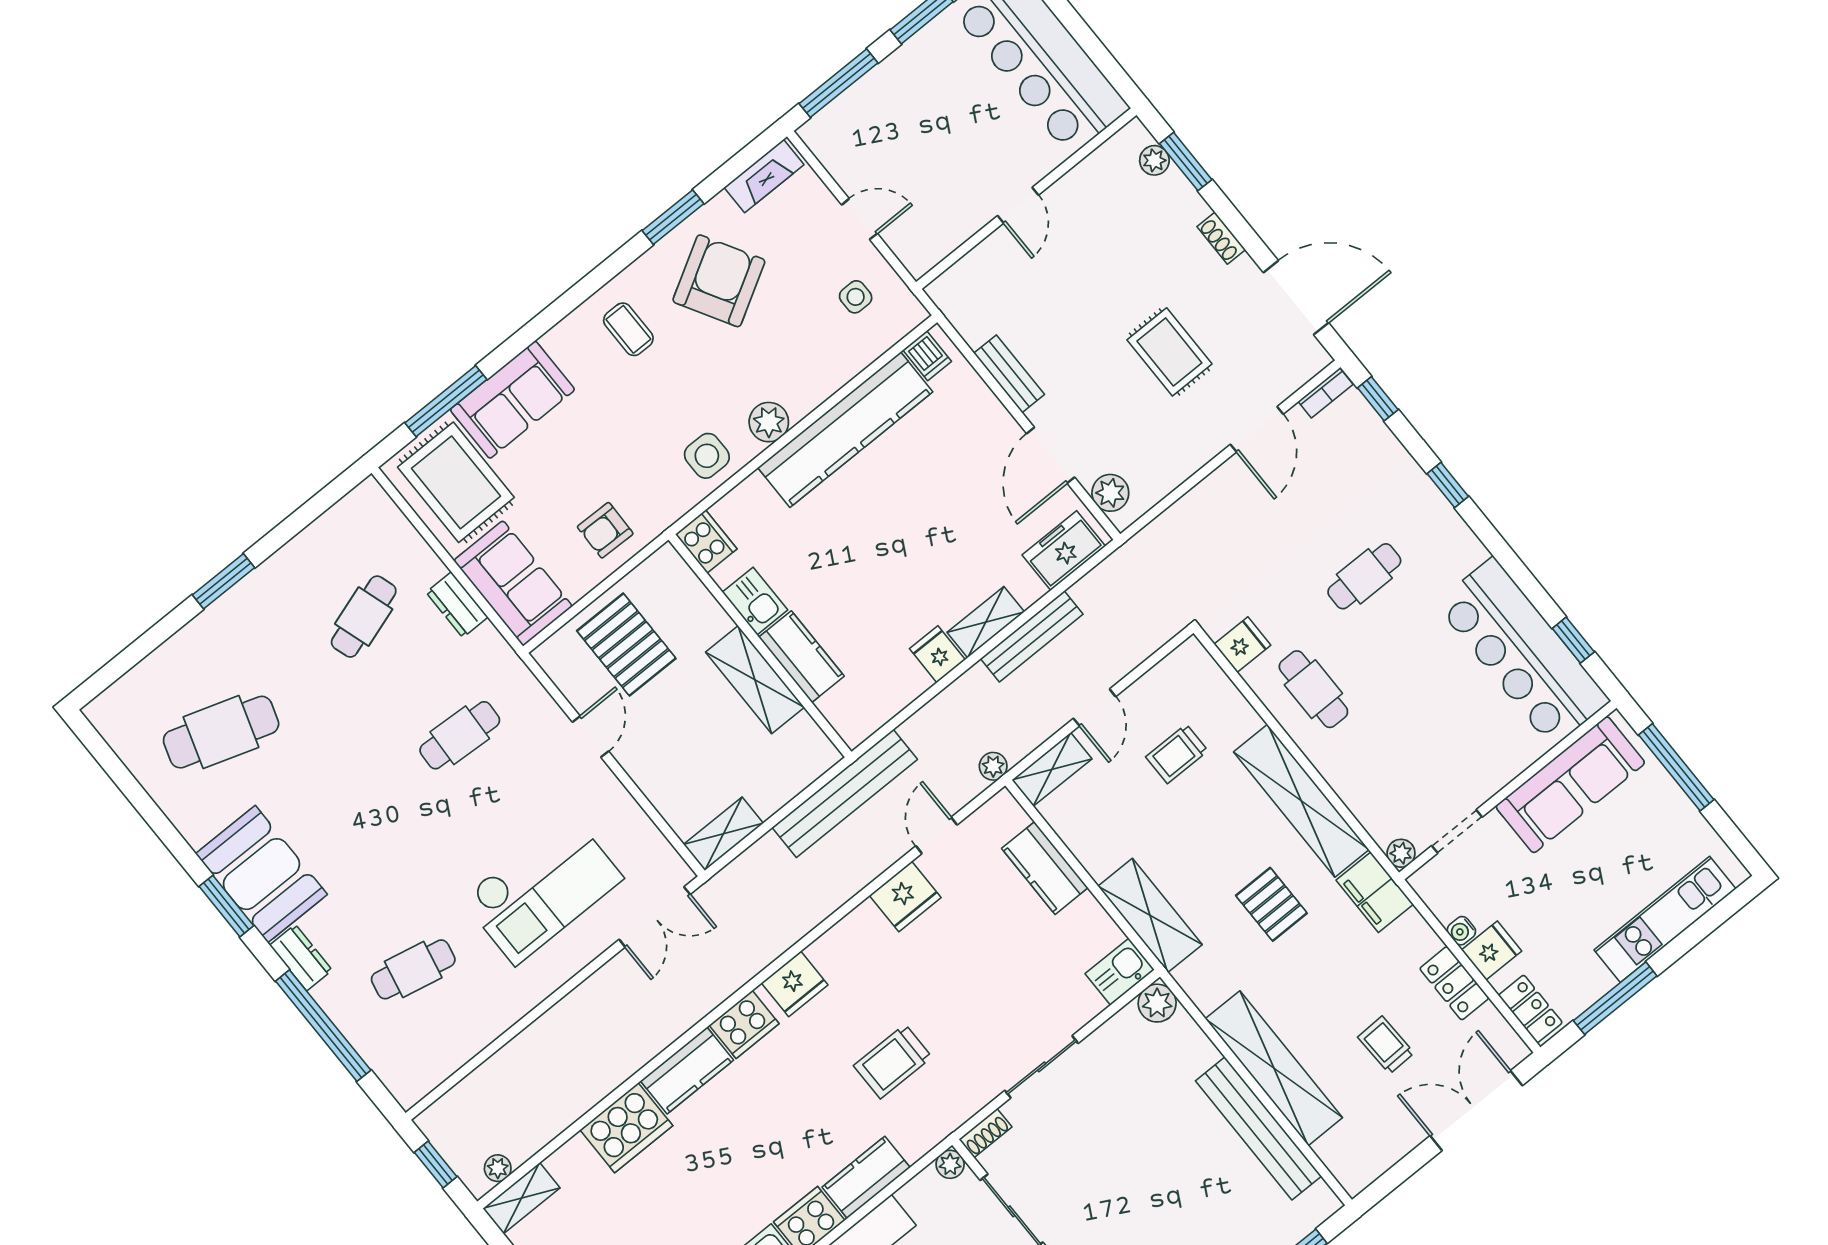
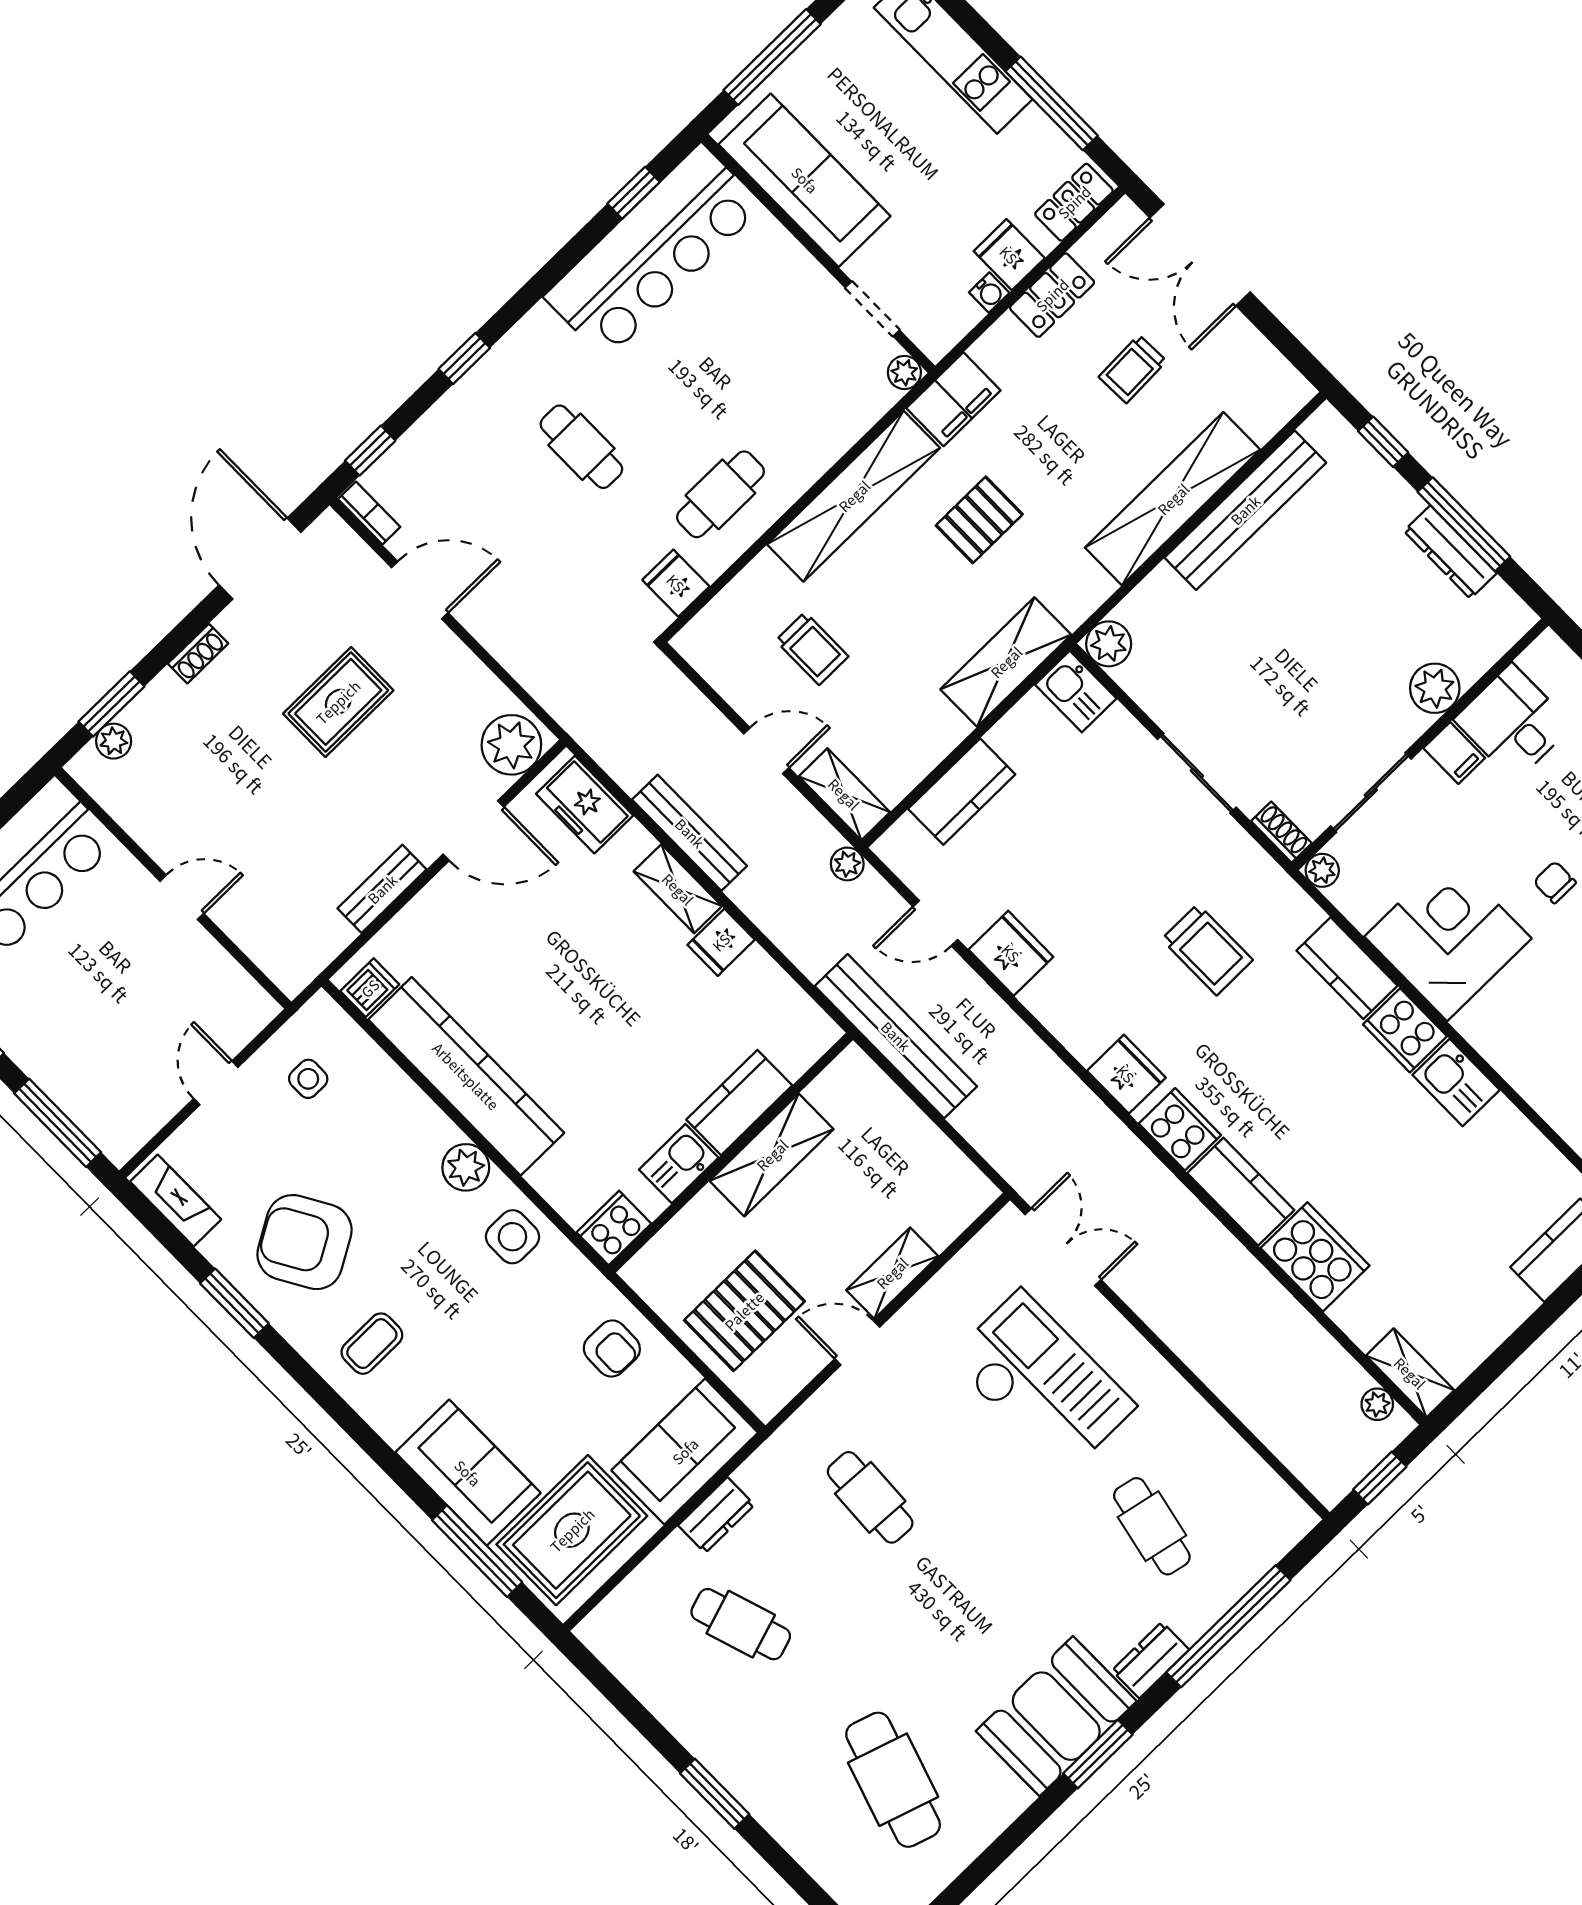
plant: (1110, 493) -> (511, 745), width x1.36, depth x1.36
shelving: (723, 834) -> (892, 1273), moved, turned 90

